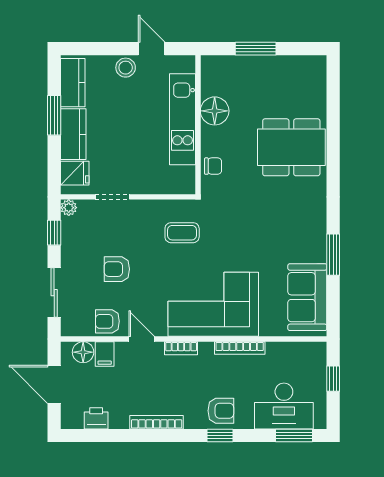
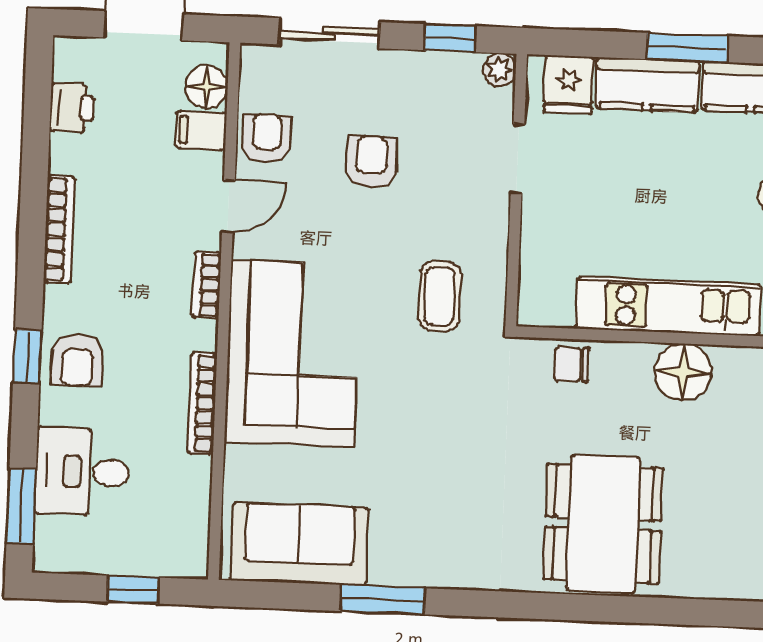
chair: (213, 166) -> (572, 364), turned 90
desk: (284, 406) -> (82, 472), width x0.73

